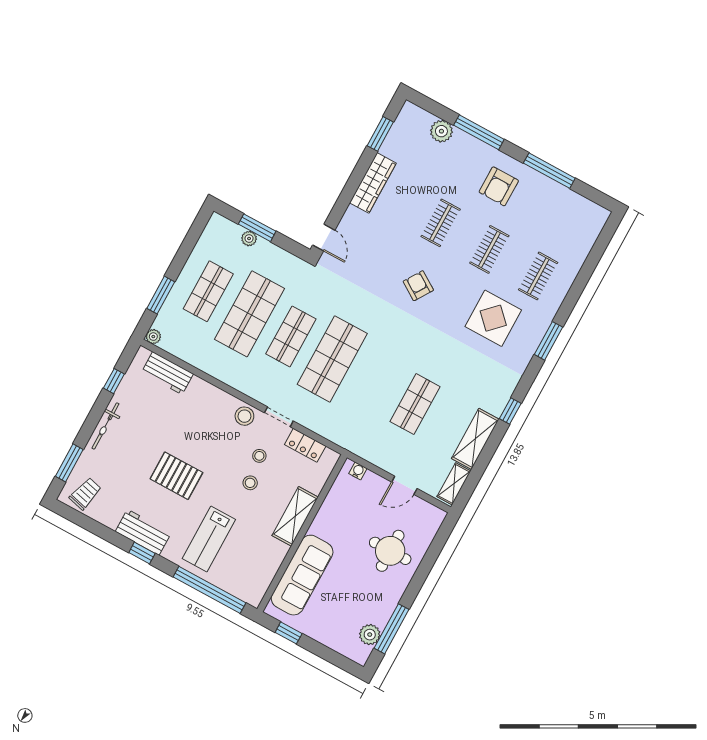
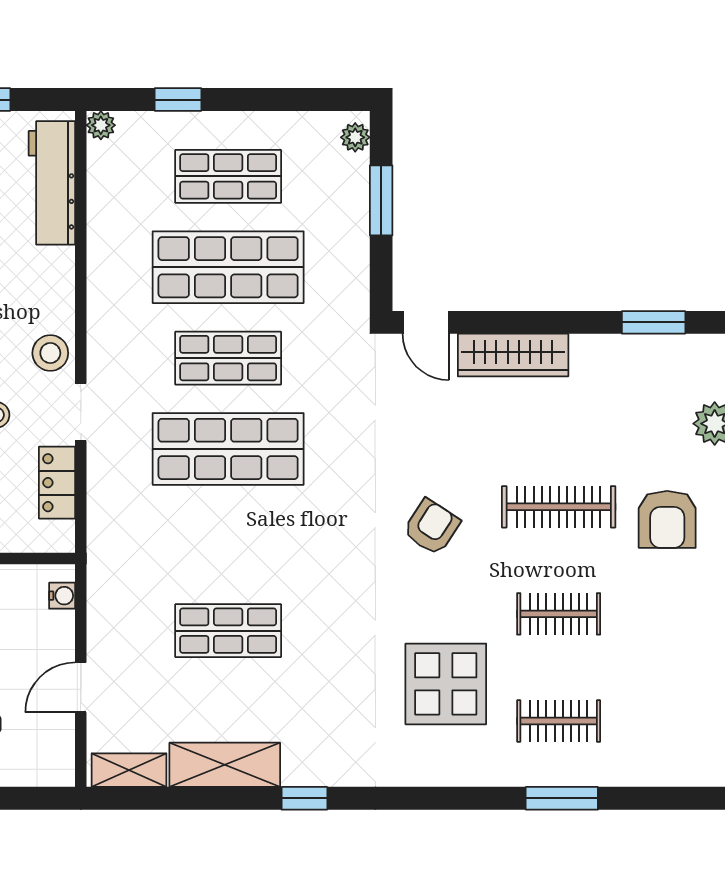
wardrobe: (373, 183) -> (513, 355), moved
armchair: (499, 186) -> (667, 519), moved, turned -90
clothes rail: (441, 223) -> (559, 507), width x1.36
door: (324, 238) -> (426, 322), hinge flipped
plant: (249, 239) -> (355, 137), moved
window: (161, 295) -> (178, 100), width x0.67
window: (549, 341) -> (562, 798), moved
workbench: (167, 373) -> (52, 183), width x1.38
door: (404, 485) -> (81, 687), hinge flipped

